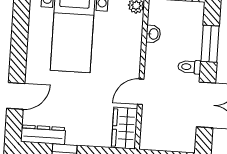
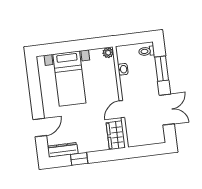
toilet: (189, 67) -> (147, 51), moved

